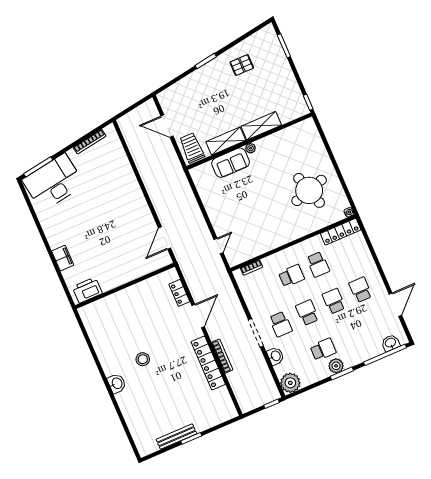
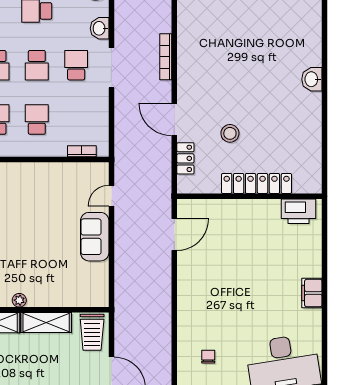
sofa: (231, 163) -> (95, 237), moved, turned -90
chair: (106, 165) -> (208, 357), added
filing cabinet: (63, 258) -> (312, 293), moved
school desk: (291, 276) -> (37, 119), turned 90
door: (198, 316) -> (174, 120), hinge flipped
stool: (143, 359) -> (230, 133), moved
locker: (208, 363) -> (257, 183), moved, turned -90

